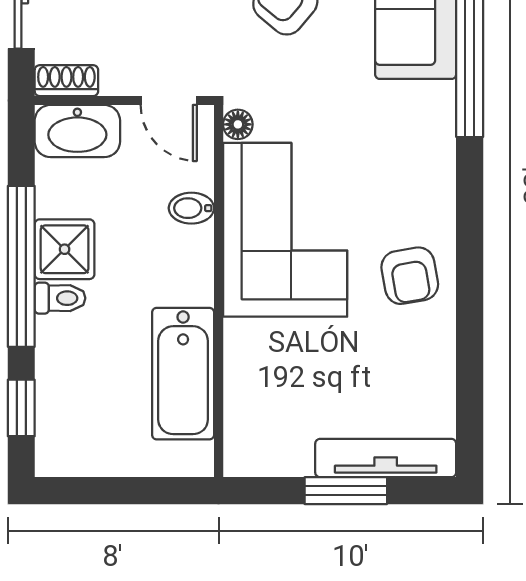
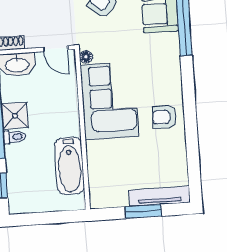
bidet: (191, 208) -> (68, 94), removed
armchair: (410, 276) -> (164, 117), turned 100

